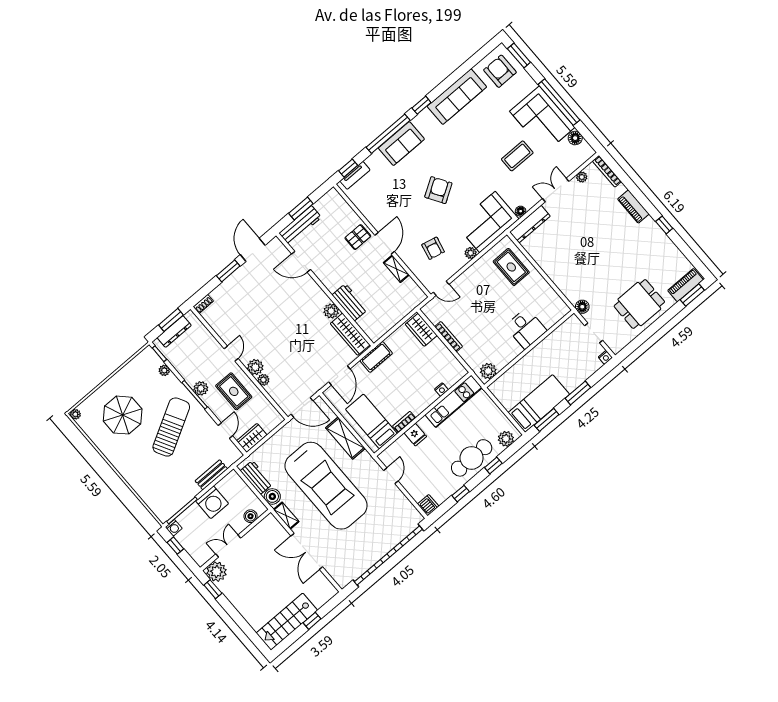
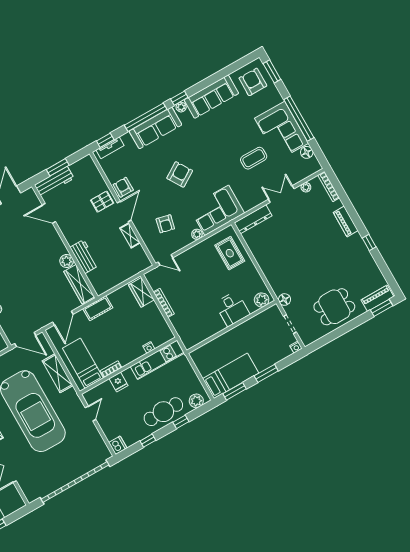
plant: (425, 115) -> (181, 107), added
sofa: (401, 144) -> (155, 128), width x1.36
floor lamp: (521, 211) -> (247, 206), removed
armchair: (378, 217) -> (123, 187), added
plant: (488, 371) -> (262, 300), moved

